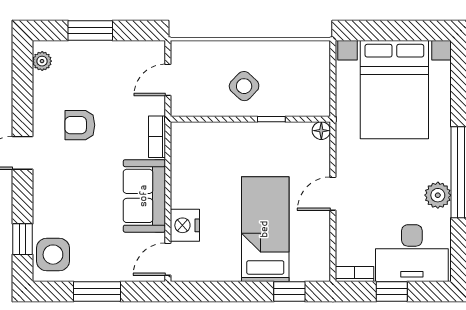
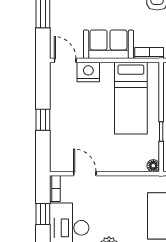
door: (333, 194) -> (85, 174), moved
bed: (265, 229) -> (131, 98), moved, turned 90
window: (289, 291) -> (43, 120), moved

